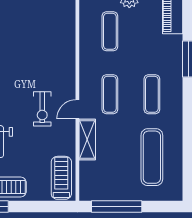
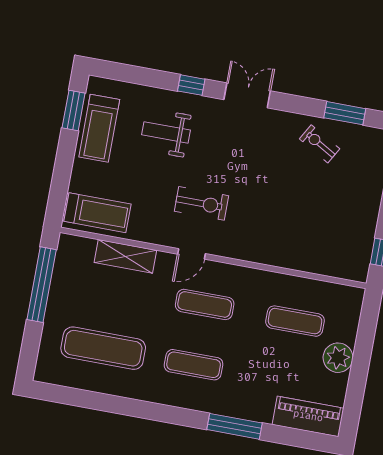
exercise bike: (42, 109) -> (202, 203), turned 180
door: (77, 109) -> (192, 254), swing flipped
shelving: (87, 140) -> (125, 256), moved

